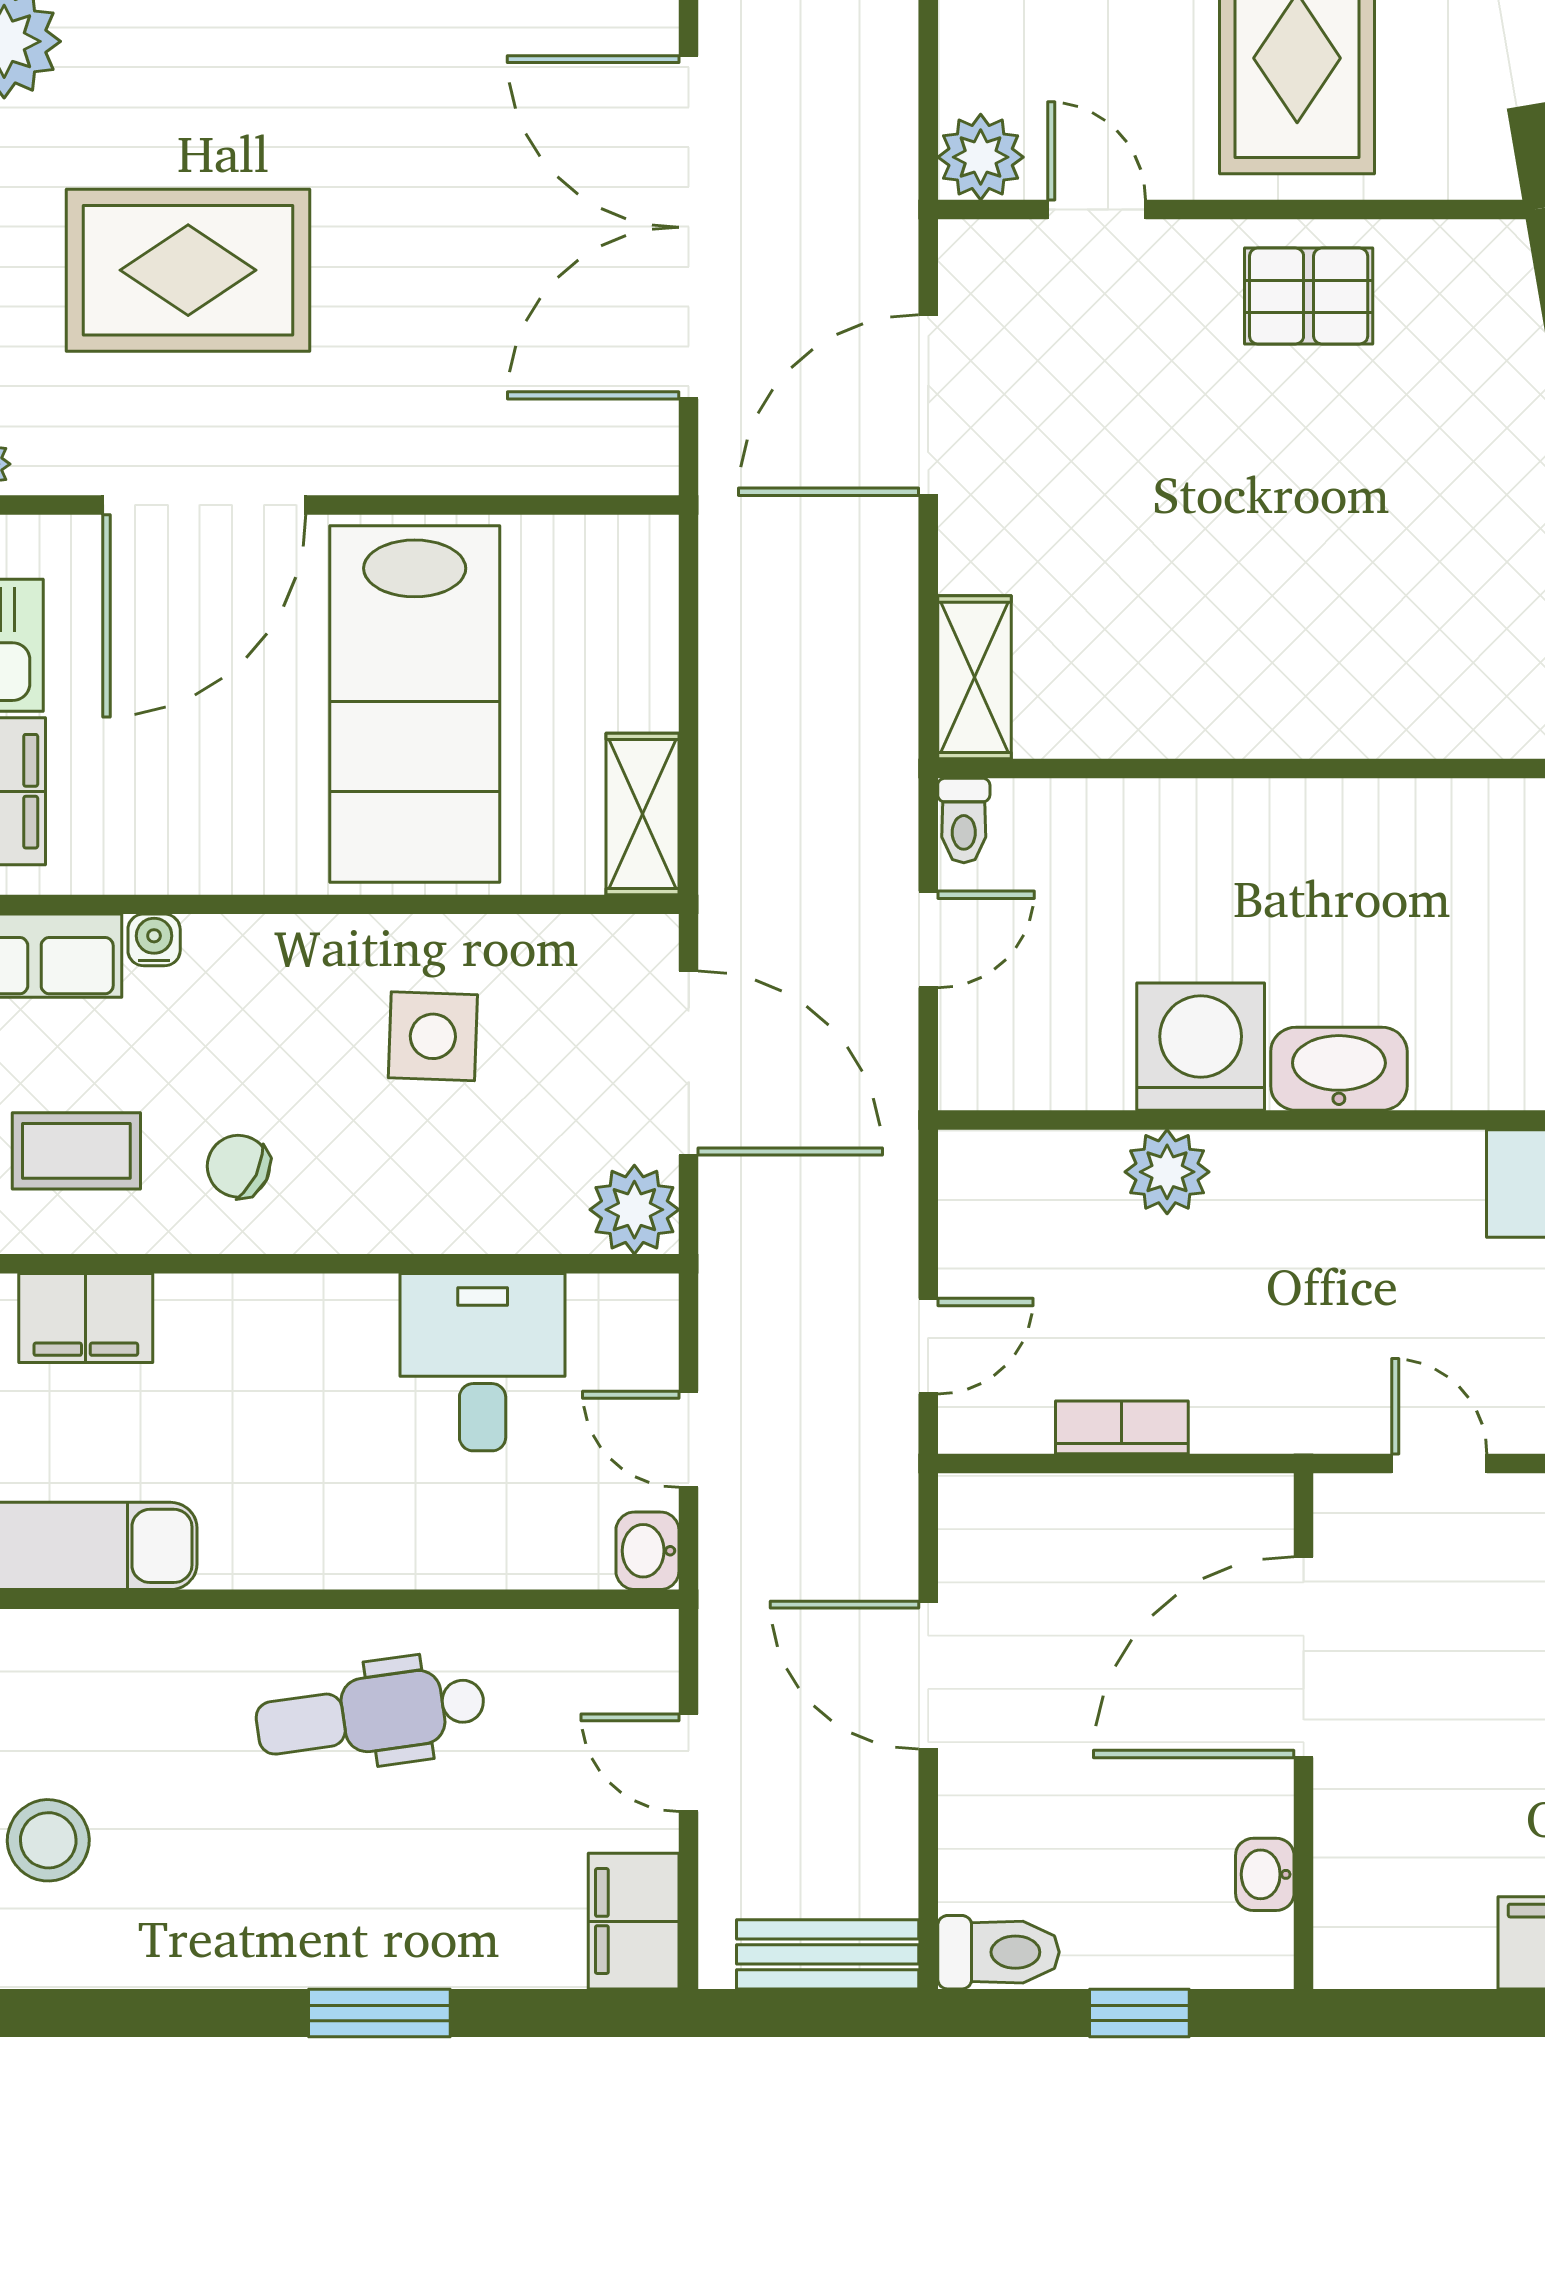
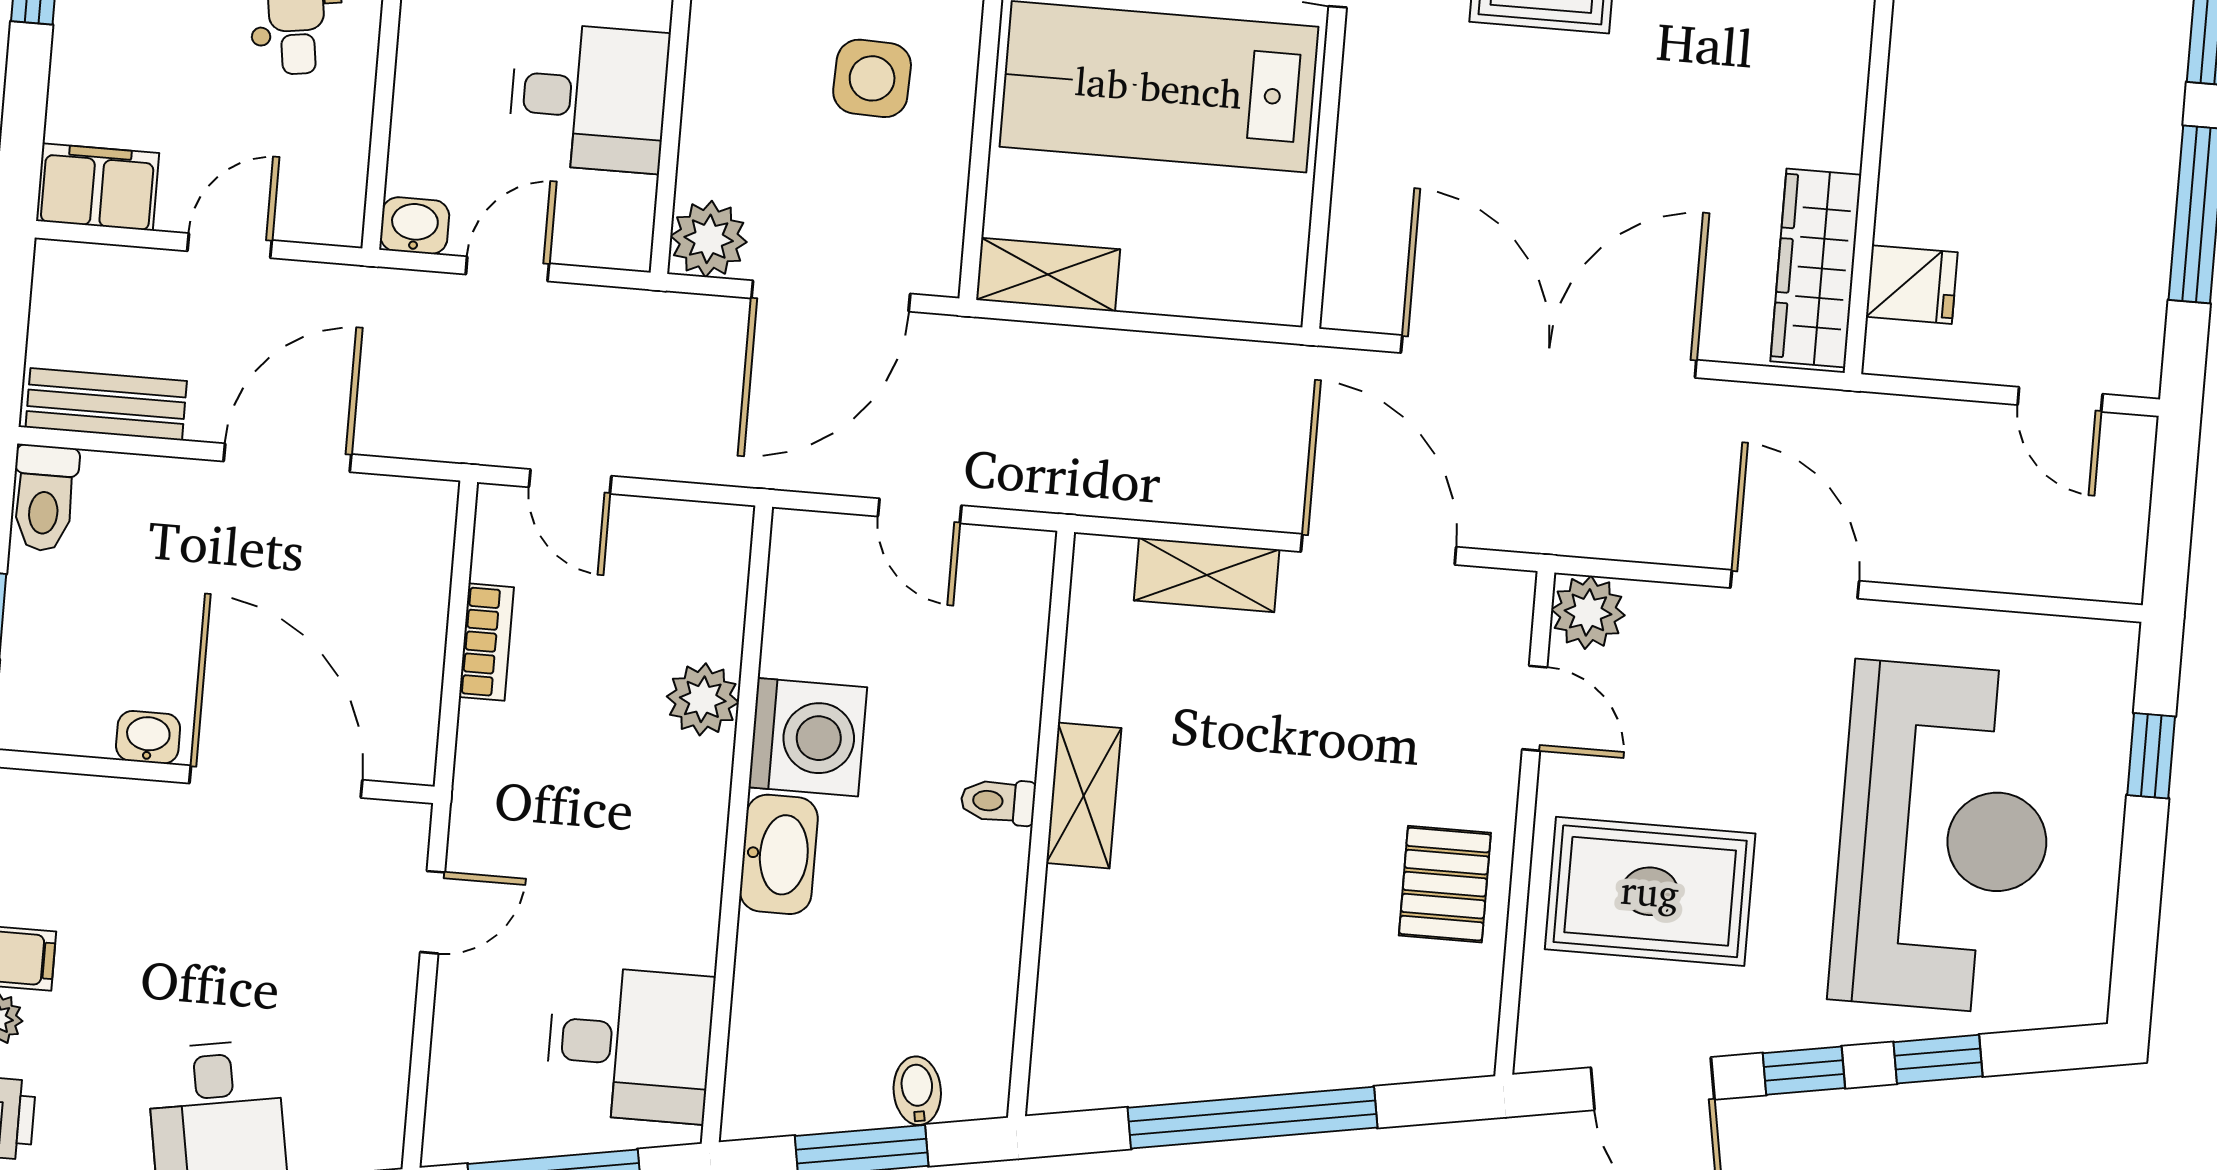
door: (1097, 209) -> (1535, 708), hinge flipped
shelving: (974, 677) -> (1207, 575), moved
shelving: (1241, 722) -> (1084, 795), added
toilet: (964, 821) -> (998, 801), moved
washbasin: (1265, 1874) -> (148, 737), moved
bench: (828, 1954) -> (106, 404), moved, turned 90

